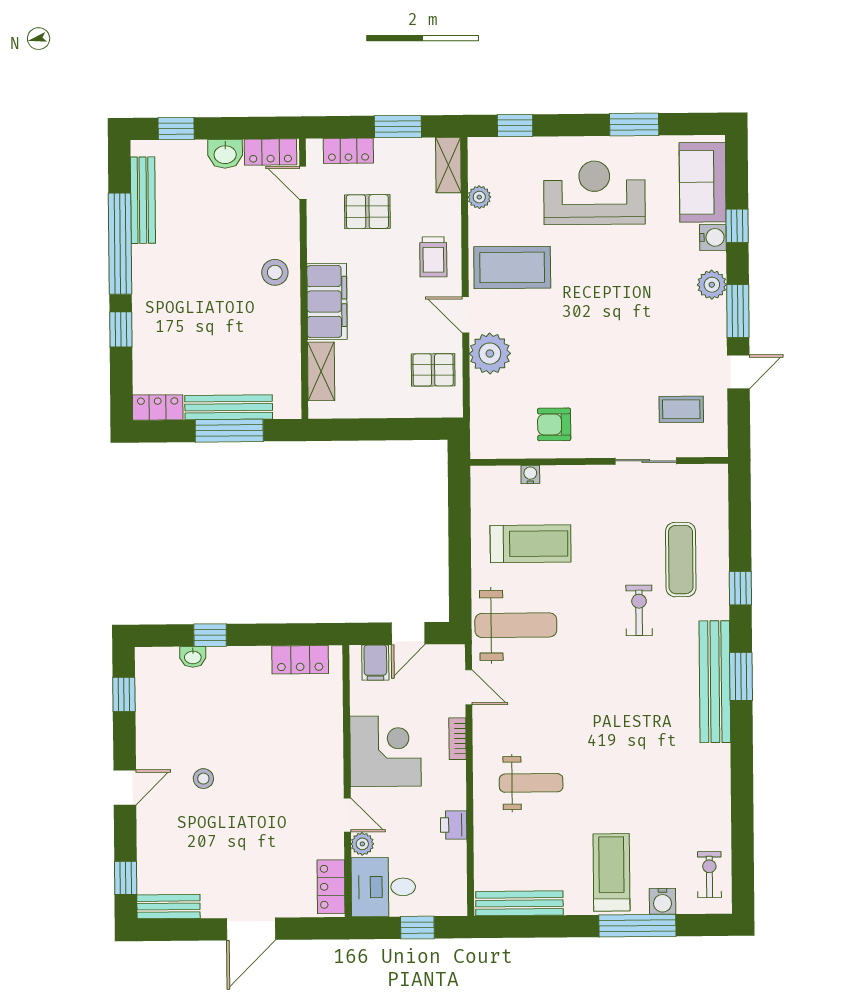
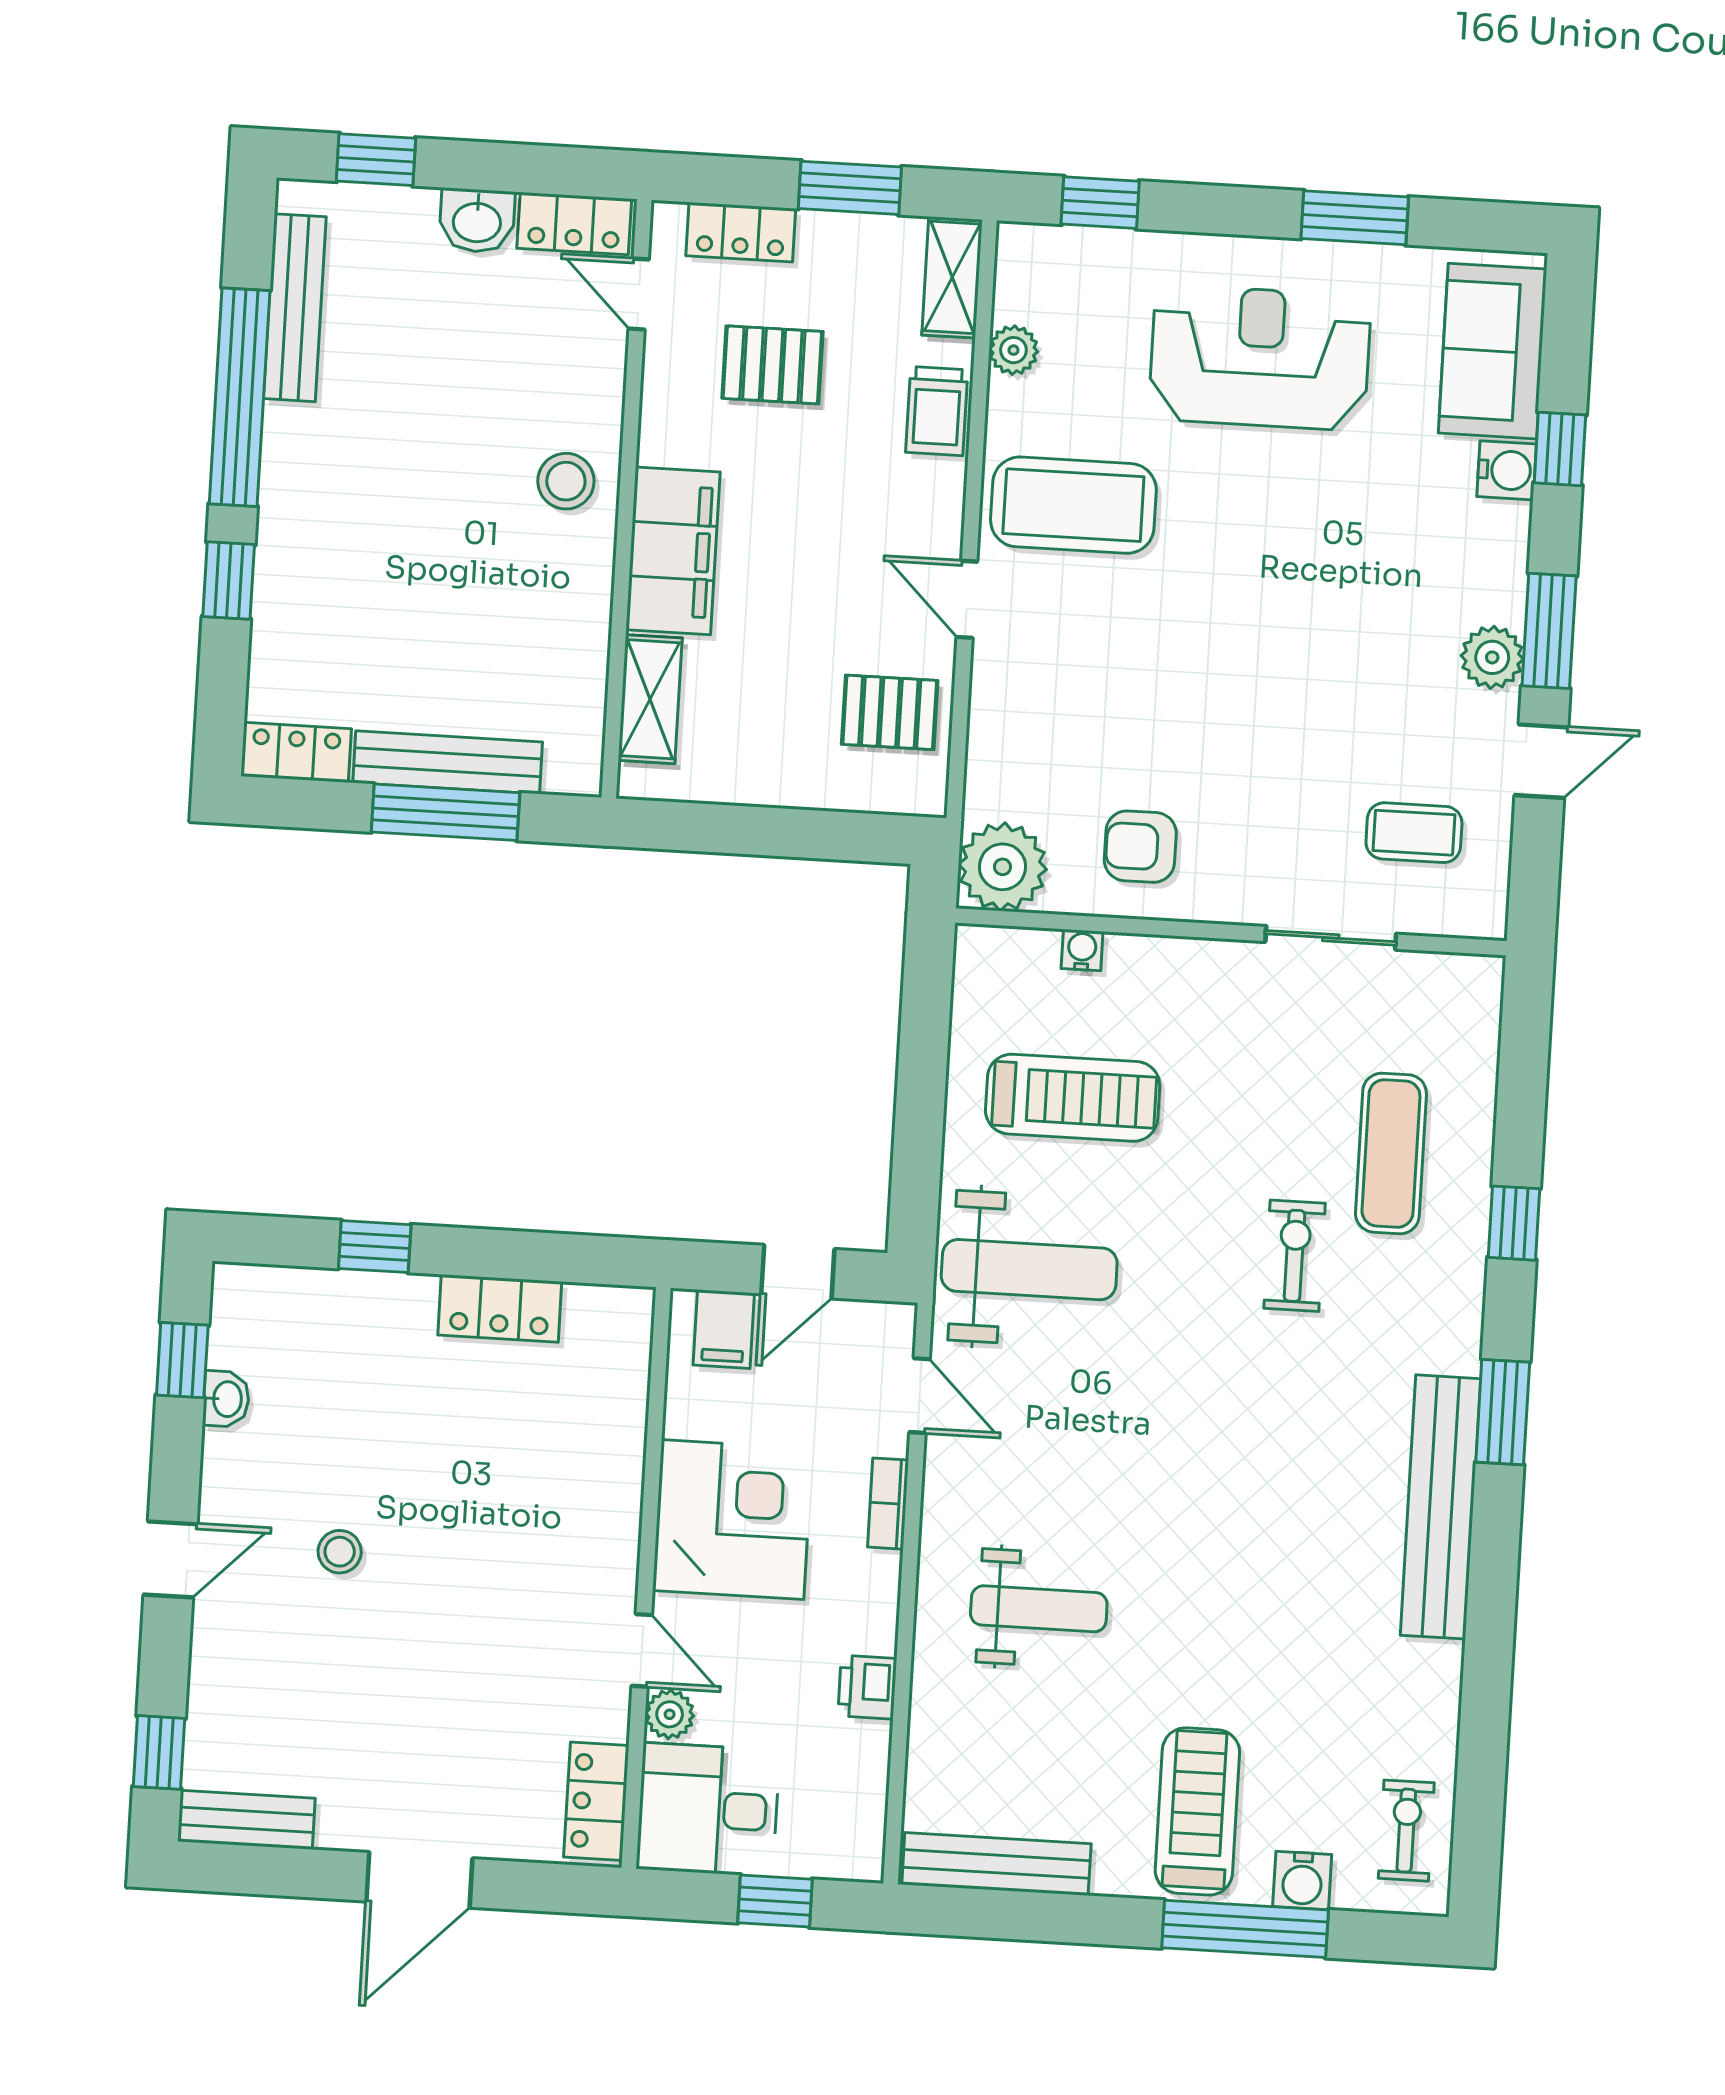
trolley: (433, 257) -> (937, 411), moved
plant: (712, 285) -> (1492, 657), moved
plant: (490, 354) -> (1003, 867), moved
washbasin: (193, 657) -> (226, 1399), moved, turned -90
locker: (300, 660) -> (500, 1308), moved
bench: (715, 682) -> (1441, 1507), moved

